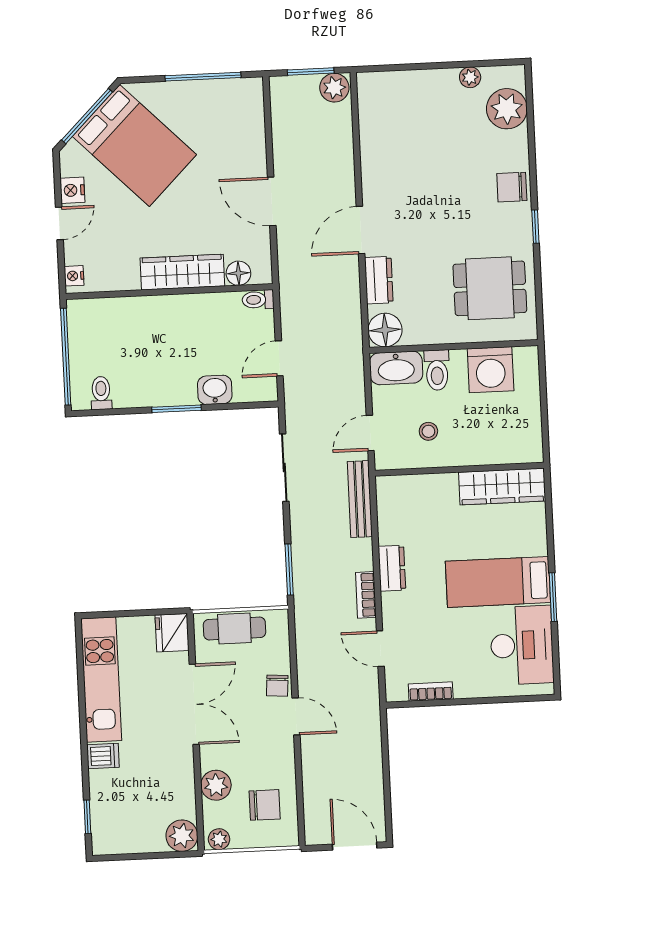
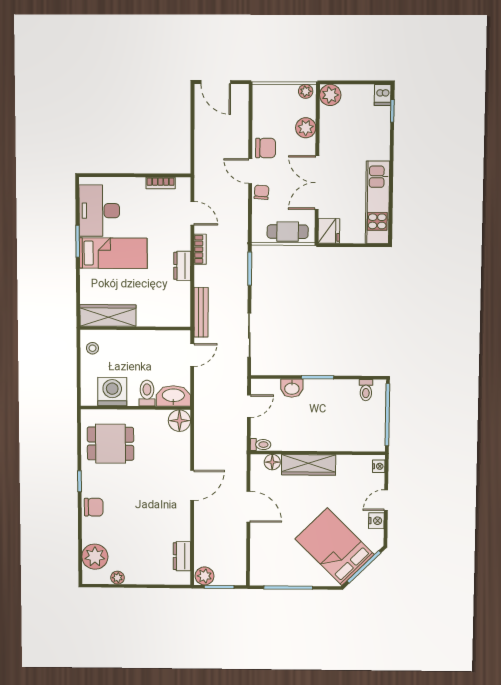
dresser: (379, 280) -> (182, 556), moved
stool: (428, 431) -> (93, 348), moved
dishwasher: (103, 756) -> (383, 95), moved, turned -90
chair: (265, 805) -> (266, 148), moved, turned 180

